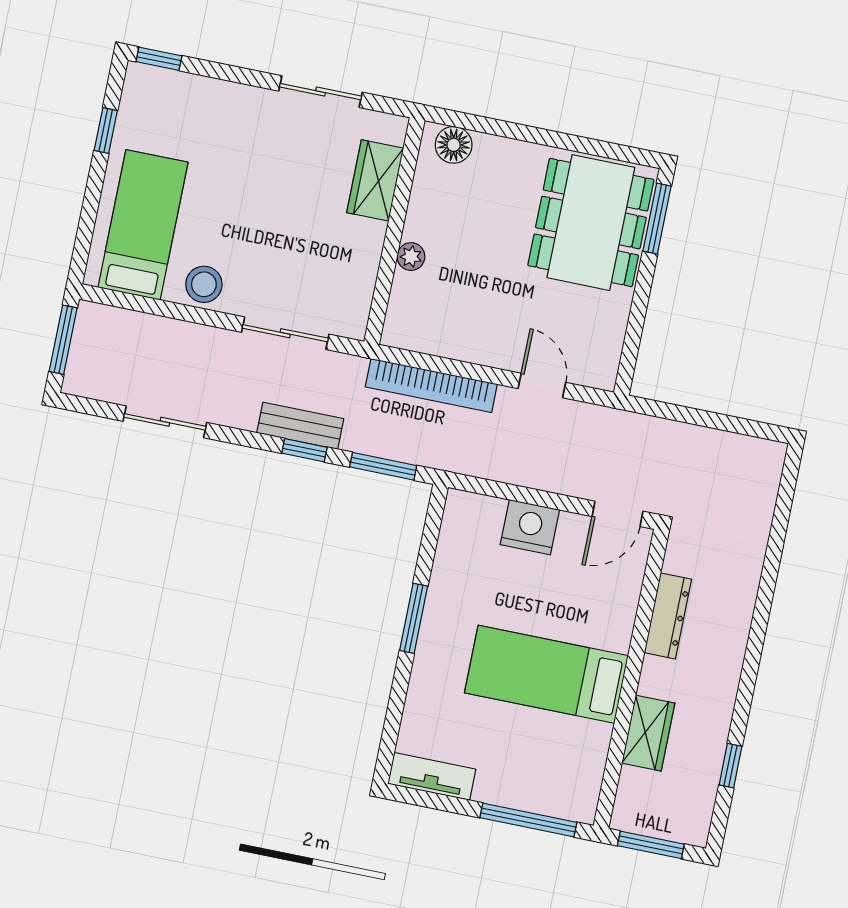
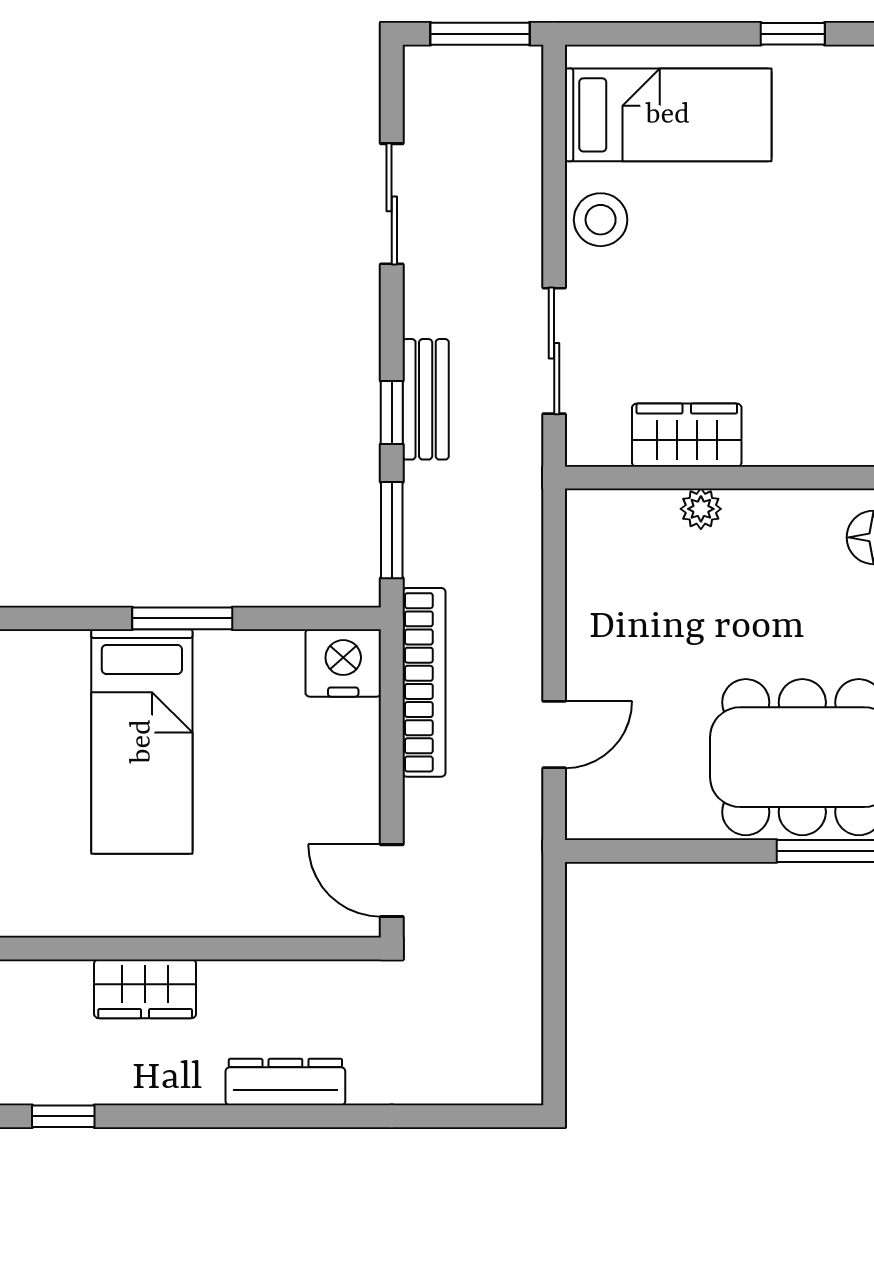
wardrobe: (375, 180) -> (687, 435), moved
bookcase: (431, 385) -> (424, 682), moved, turned 180
nightstand: (530, 527) -> (343, 663), moved, turned -90
dresser: (668, 616) -> (285, 1082), moved, turned 180
bed: (546, 674) -> (142, 741), moved, turned 180
wardrobe: (648, 733) -> (145, 989), moved

